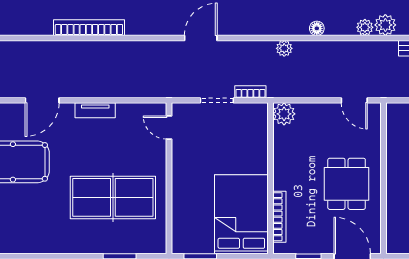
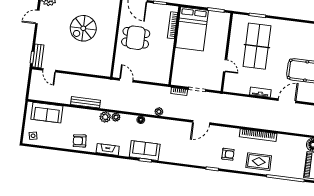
plant: (284, 114) -> (163, 78), removed
door: (169, 127) -> (225, 66), moved
dining table: (347, 184) -> (136, 38), turned 90
table tennis table: (113, 197) -> (257, 46), turned 90

